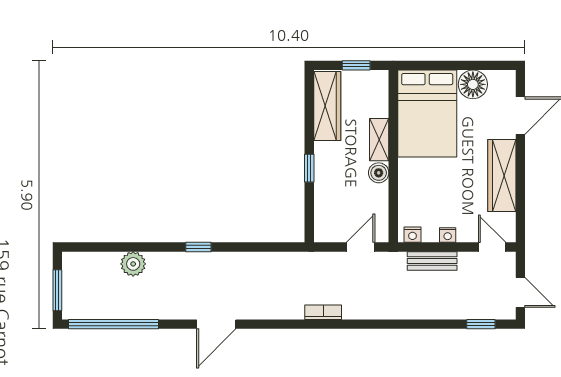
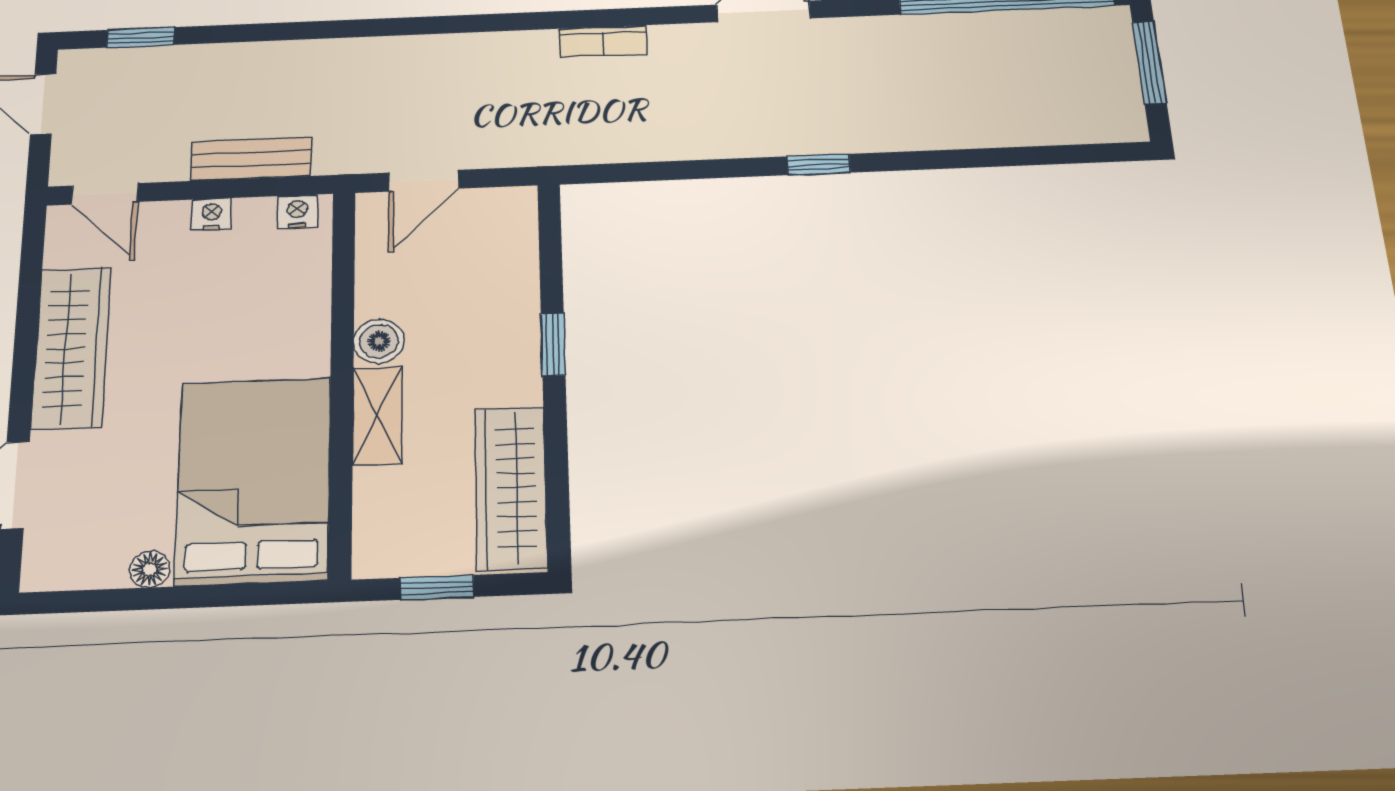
floor lamp: (473, 84) -> (150, 569), width x0.53, depth x0.53
plant: (133, 264) -> (973, 123), removed
bookcase: (323, 312) -> (603, 41), moved

